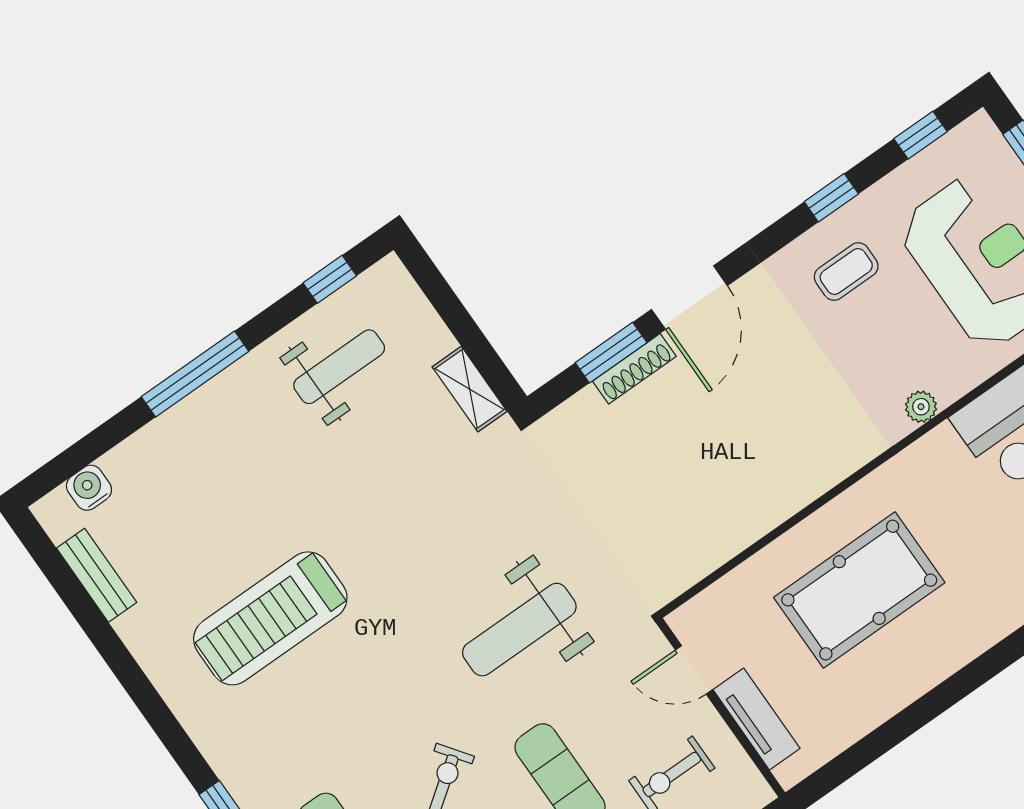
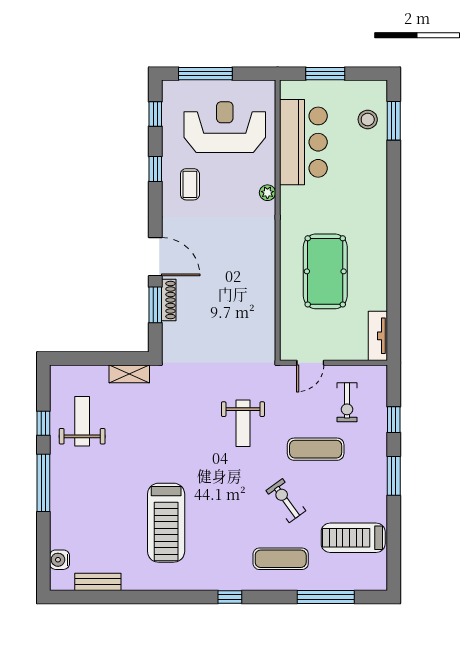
window: (330, 279) -> (43, 423), moved
weight bench: (519, 630) -> (243, 423), width x0.73, depth x0.75
tv unit: (757, 719) -> (378, 336), moved, turned -90

